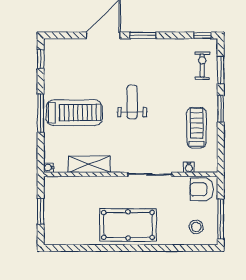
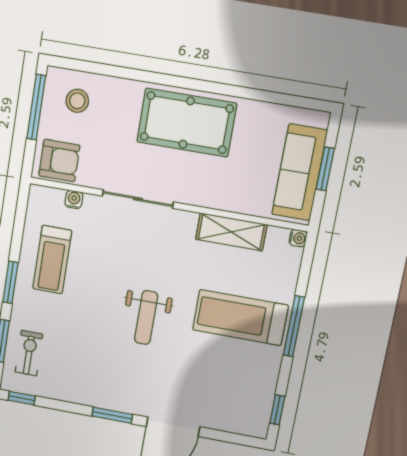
exercise bike: (202, 66) -> (29, 353), turned 180
sofa: (55, 207) -> (300, 172), added

